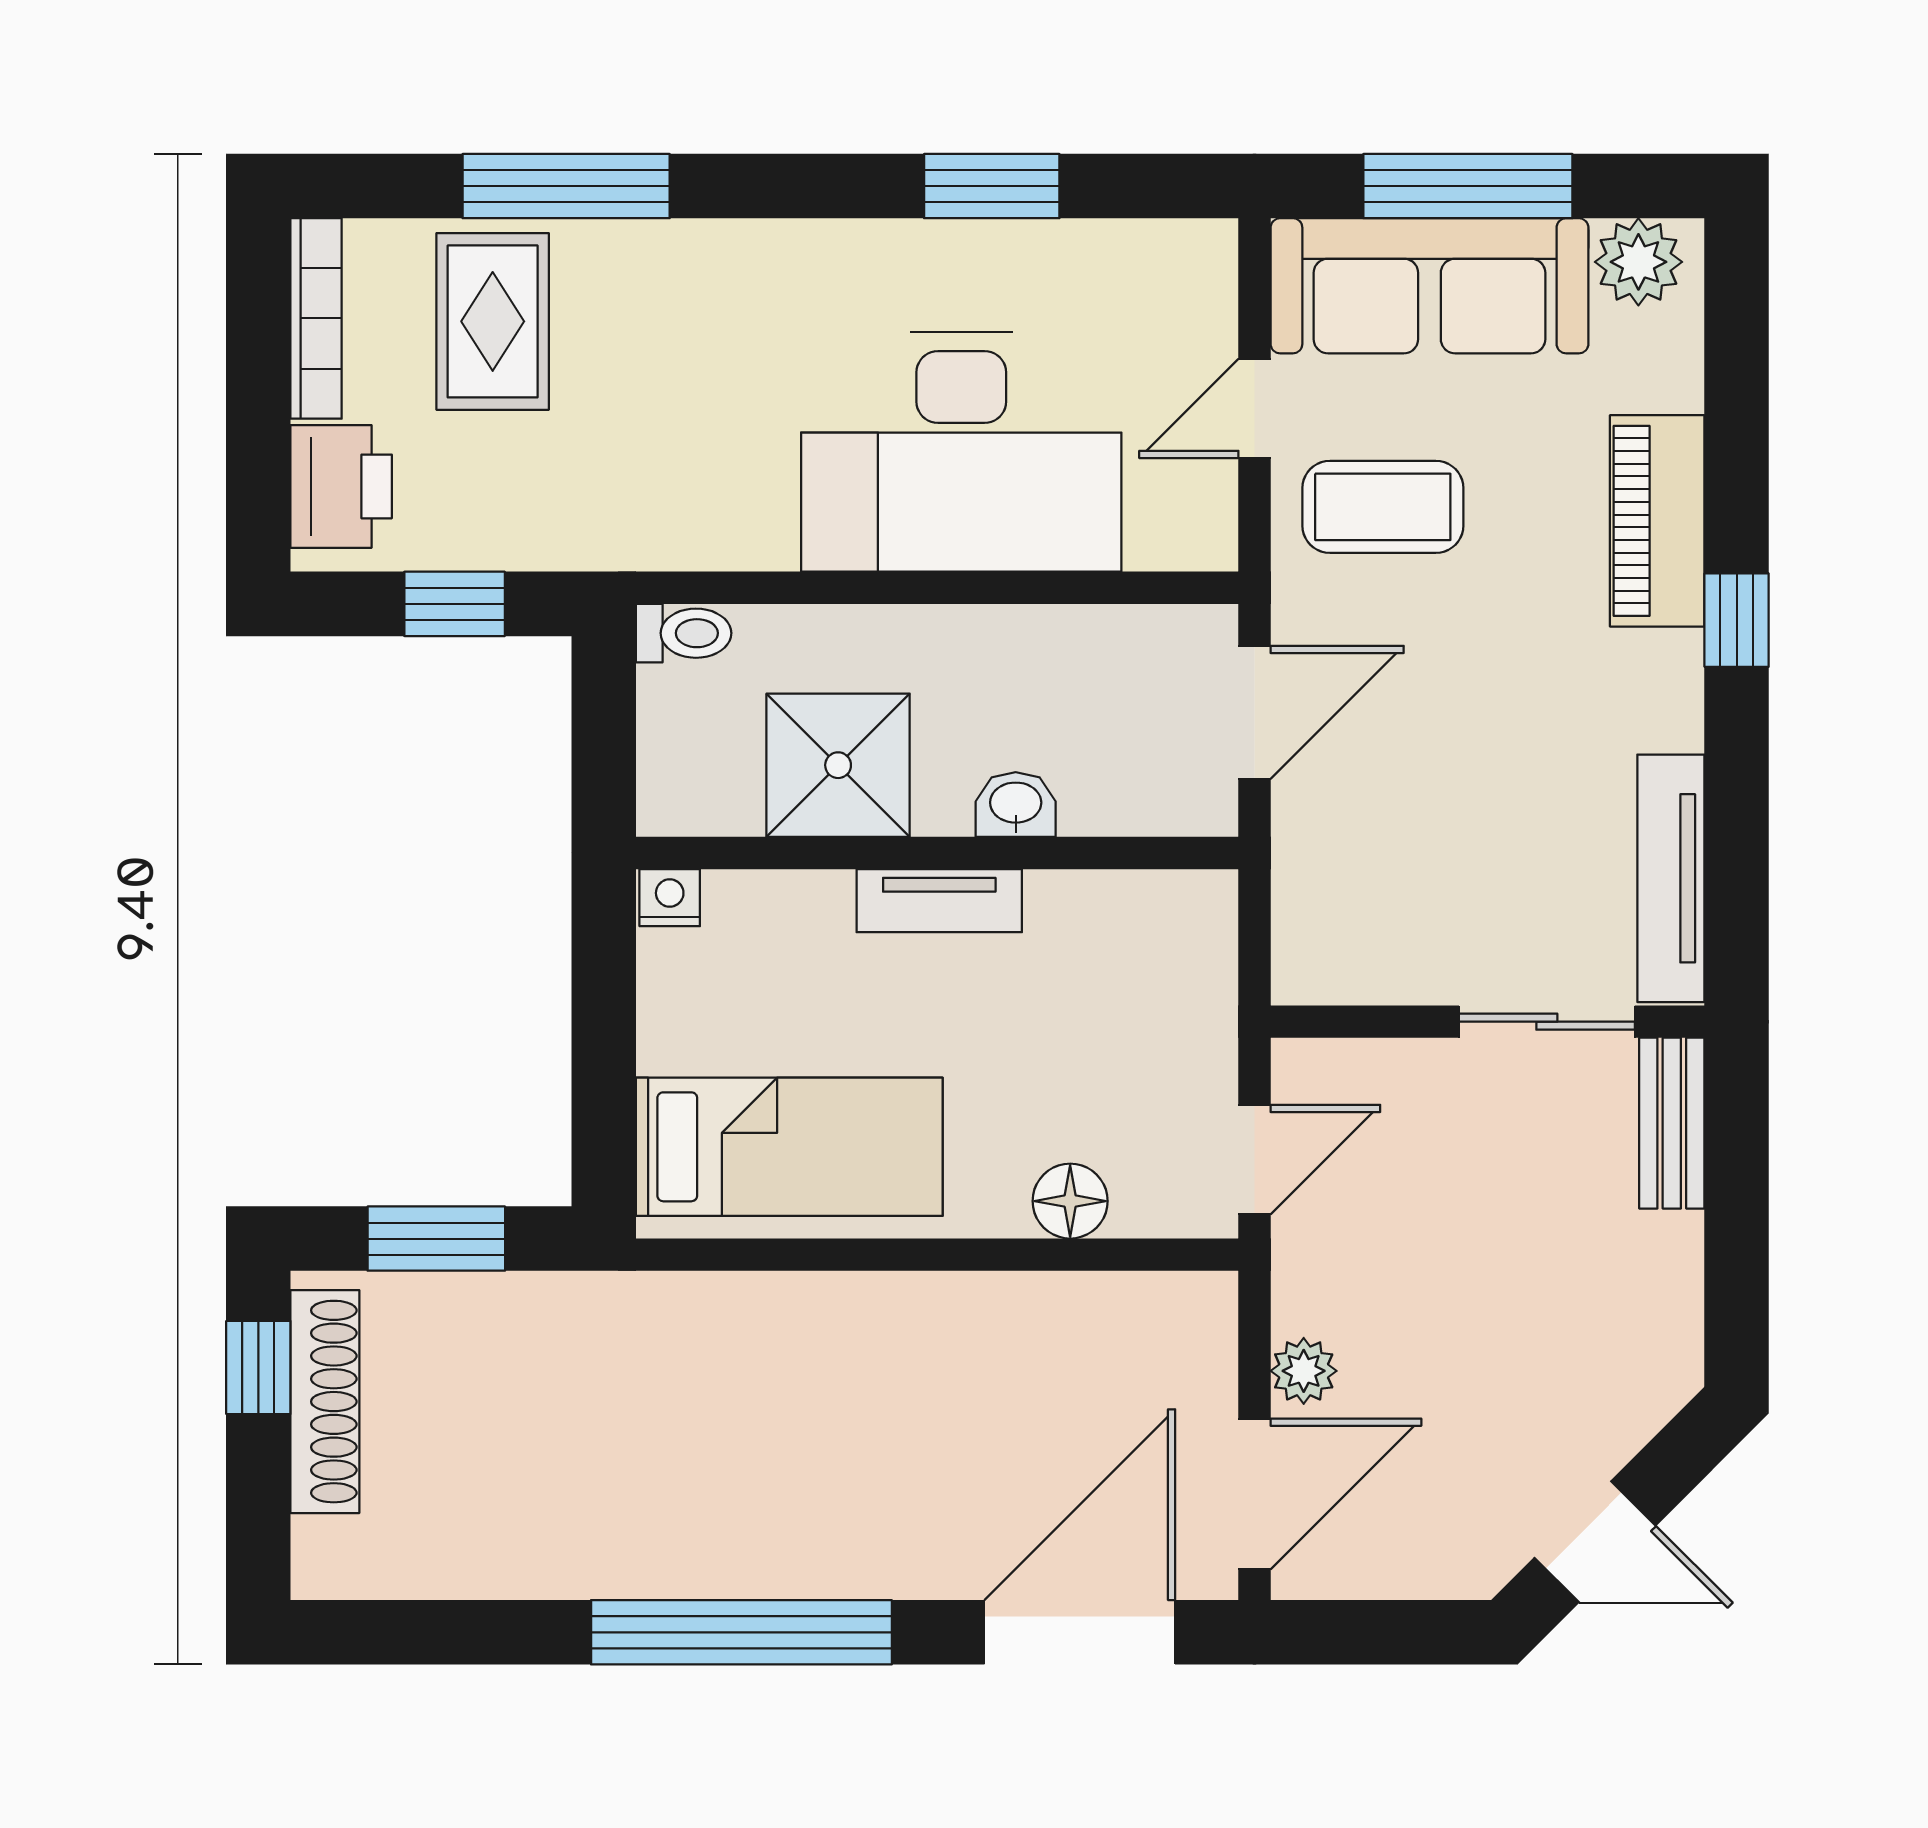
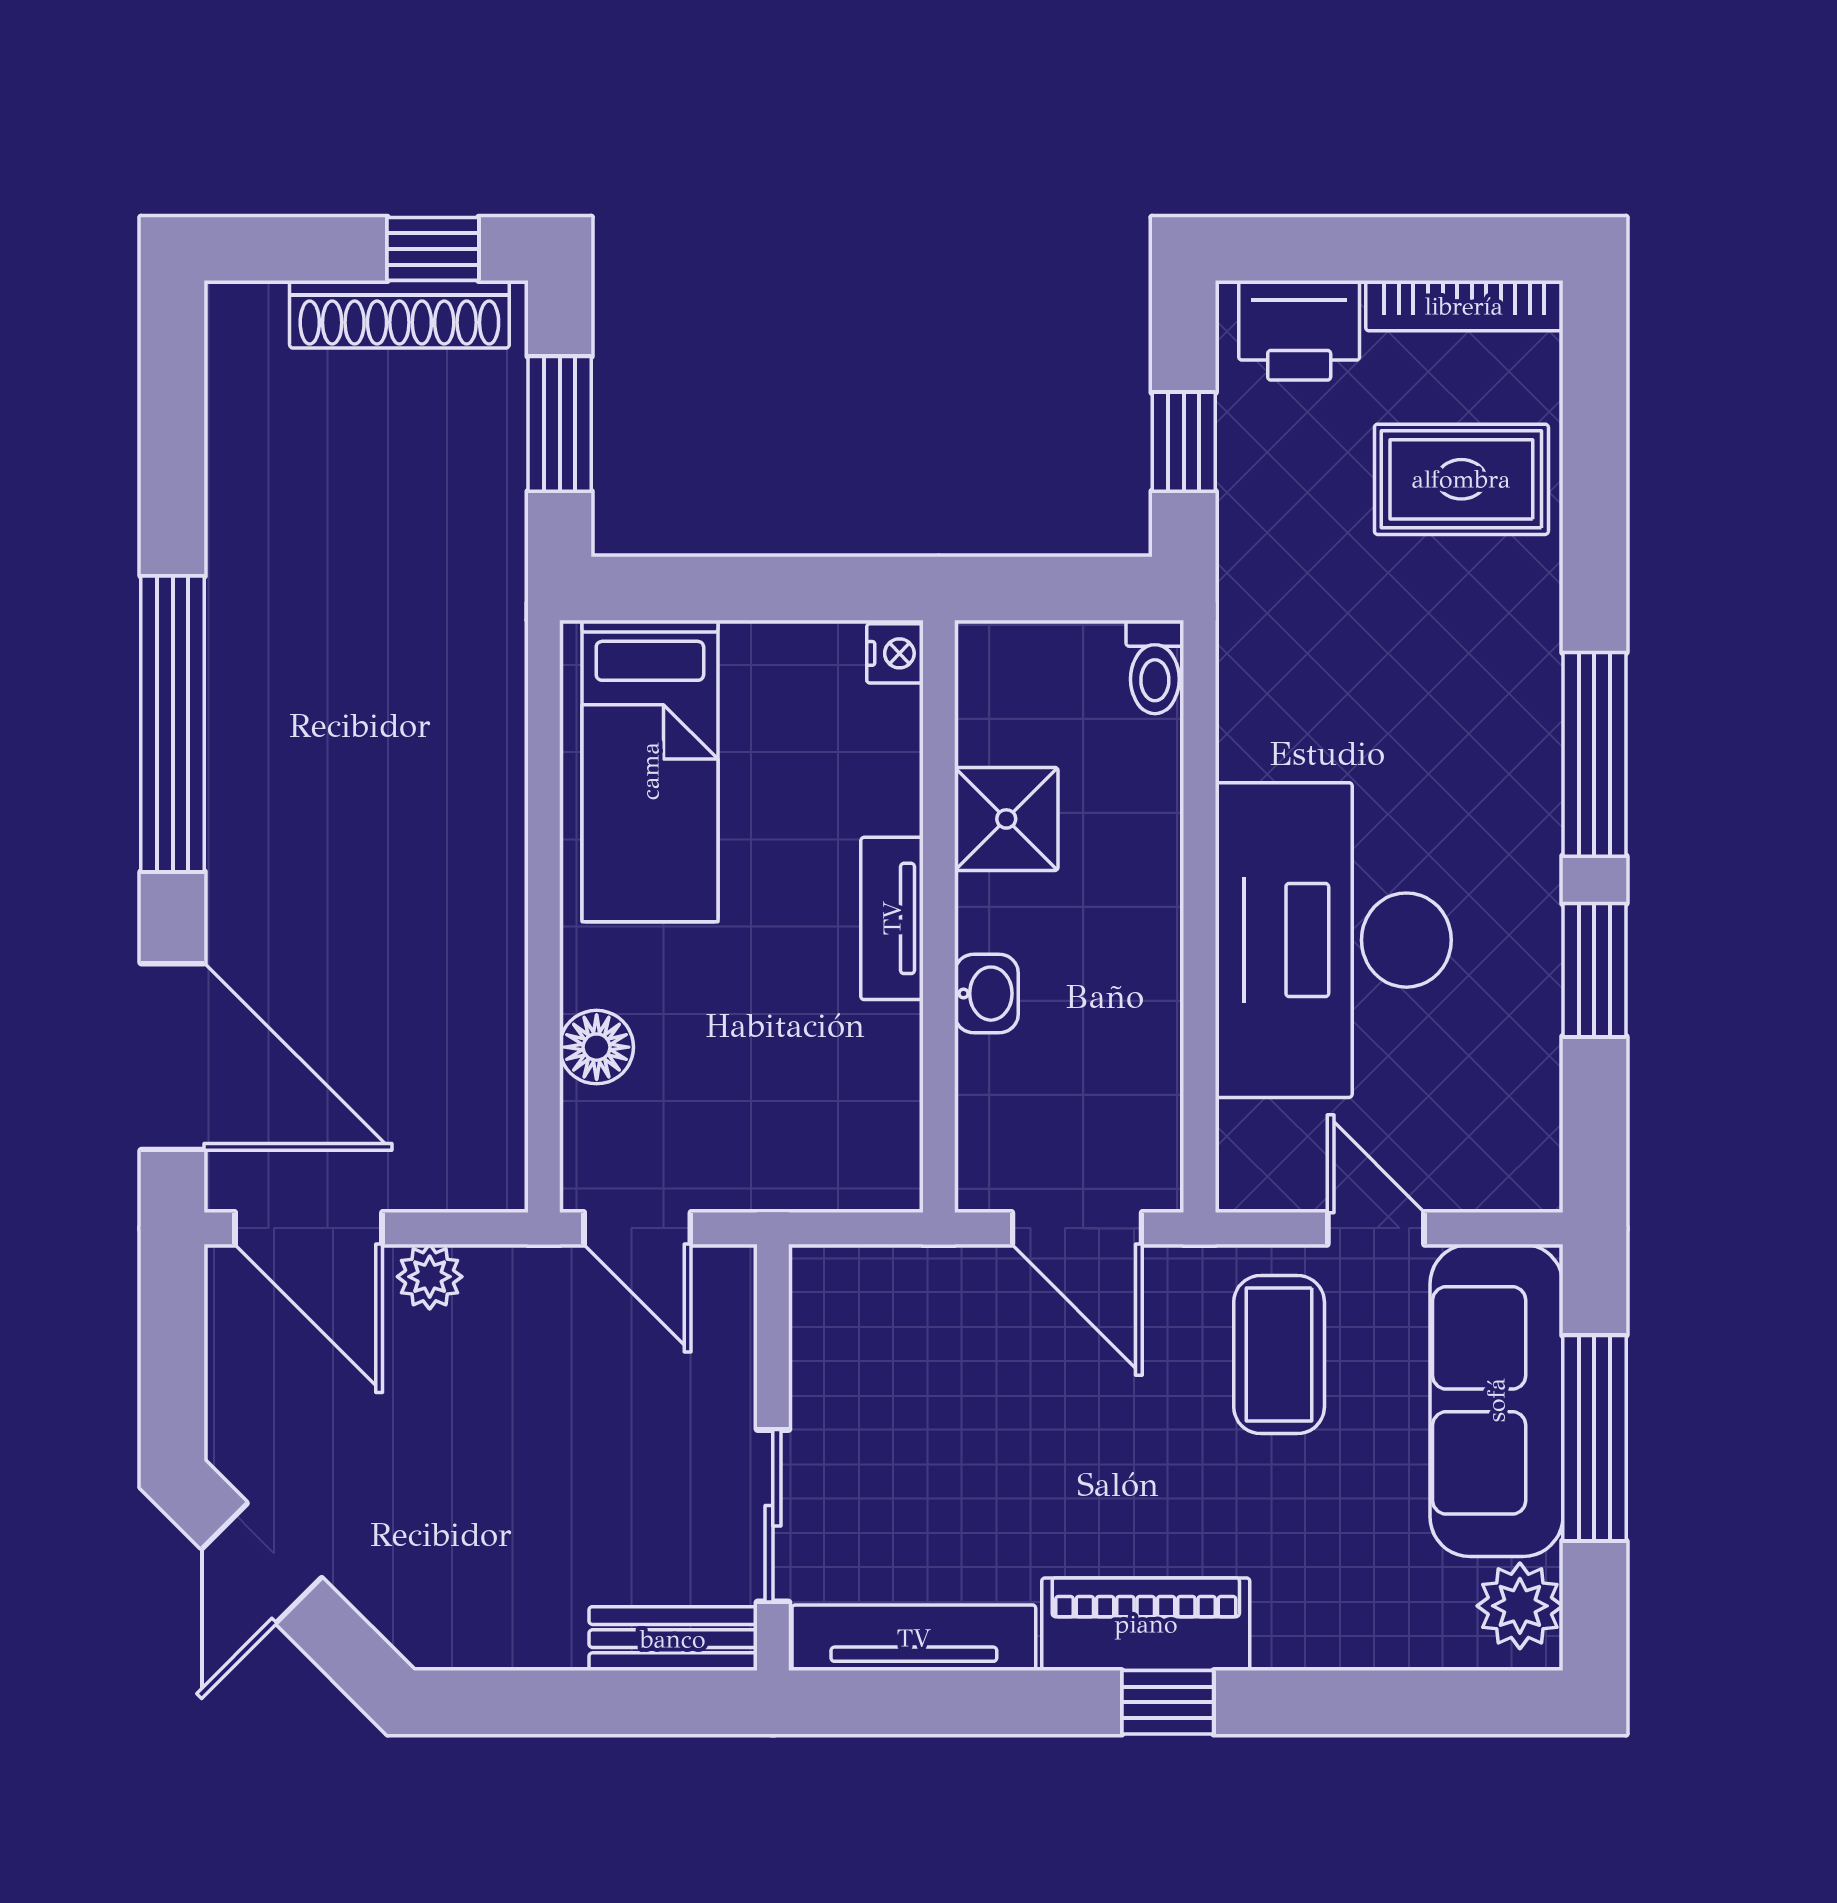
window: (566, 186) -> (1594, 754), moved
piano: (1657, 521) -> (1146, 1624), moved
shower: (838, 765) -> (1006, 819), width x0.73, depth x0.73

